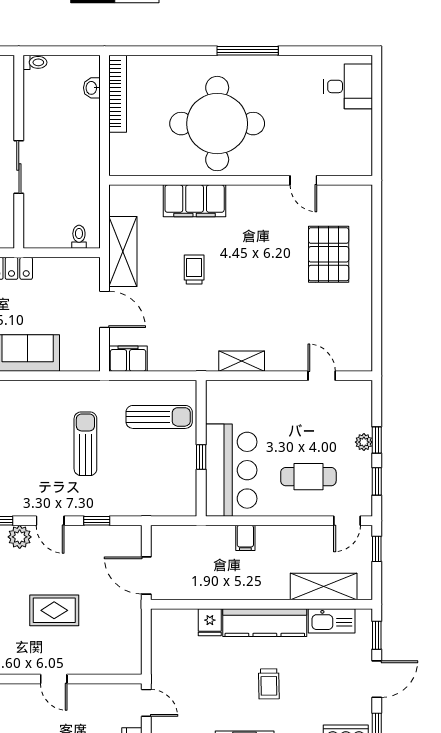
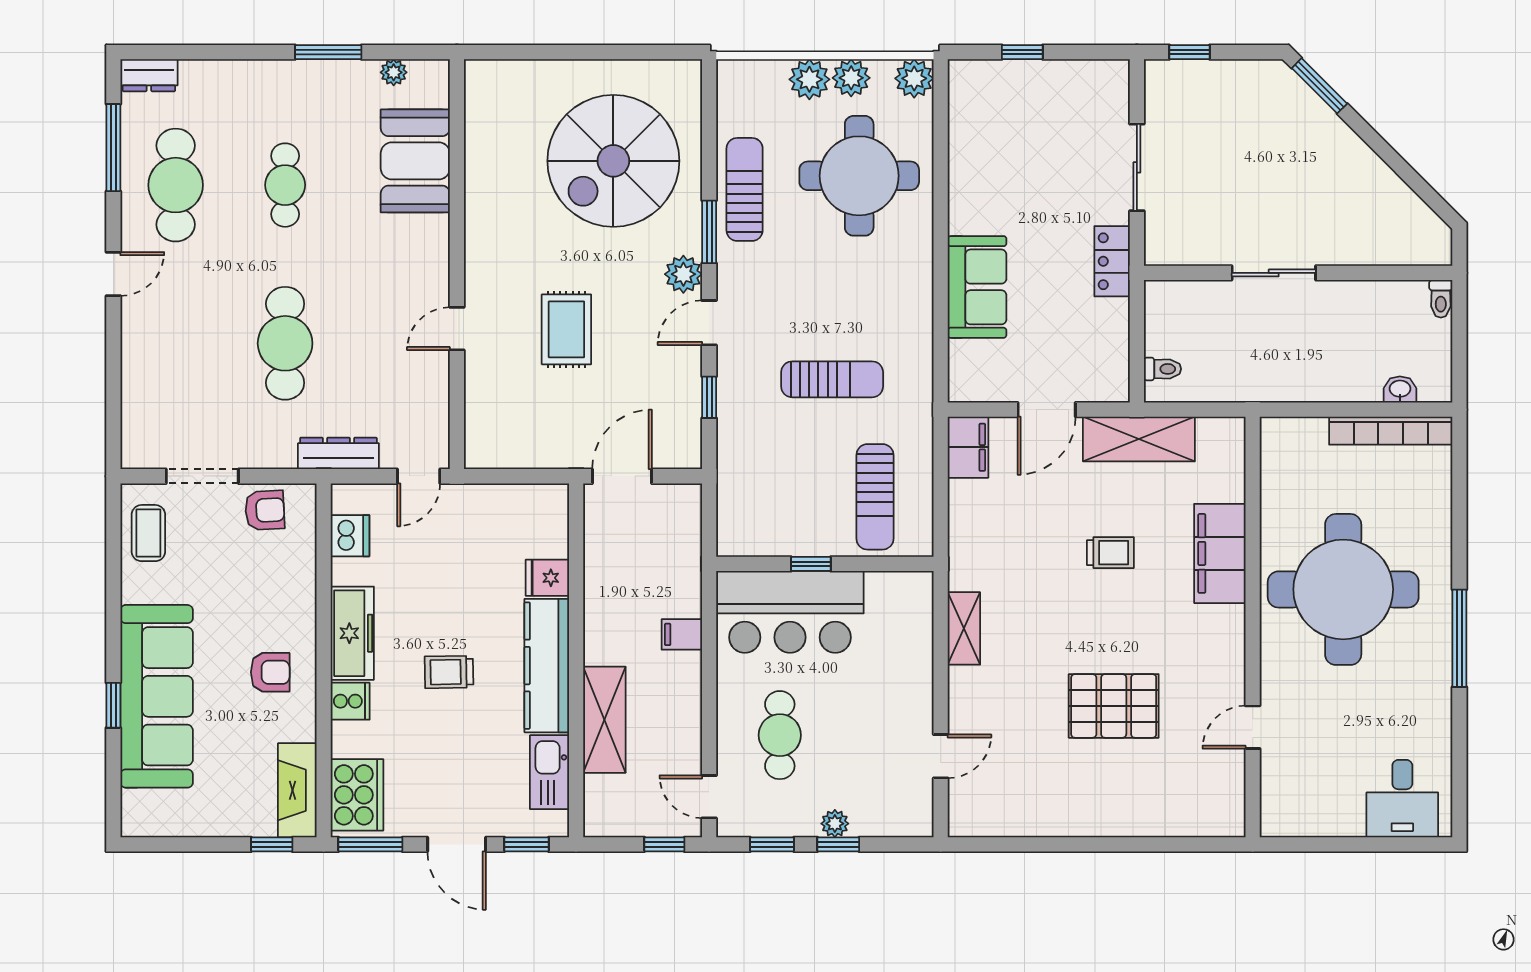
pallet: (329, 254) -> (1114, 706), moved
shelving: (324, 587) -> (604, 720), moved

